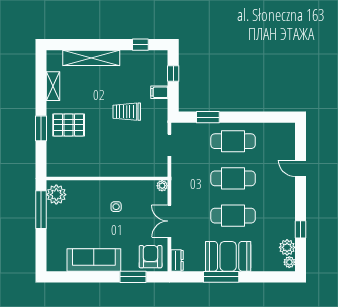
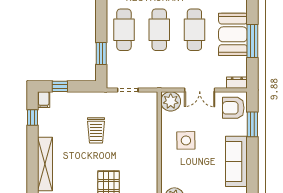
filing cabinet: (159, 92) -> (44, 100), moved
plant: (162, 186) -> (171, 101), width x1.88, depth x1.88
side table: (116, 207) -> (186, 140), width x1.87, depth x1.87

